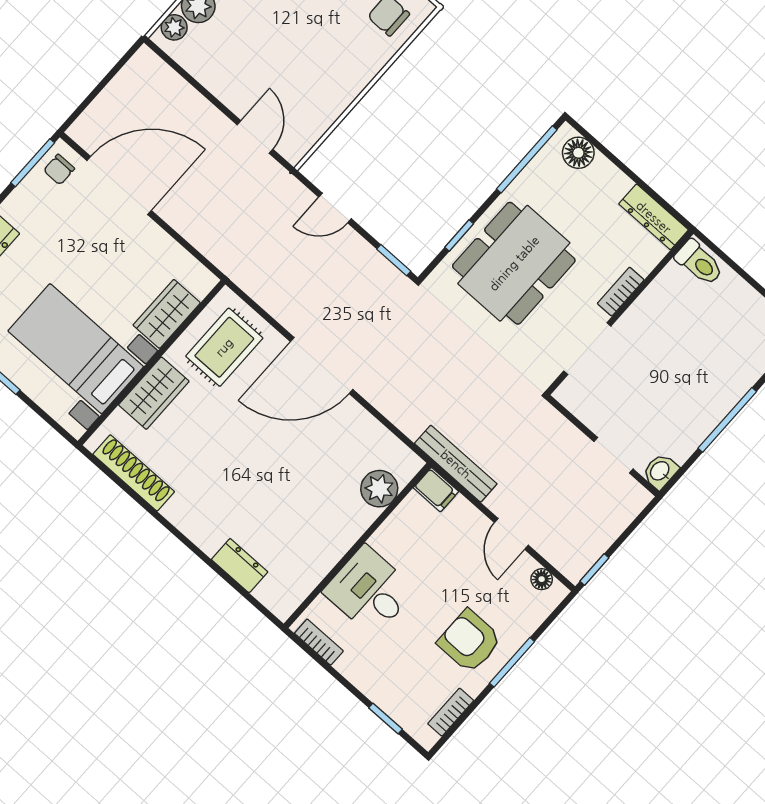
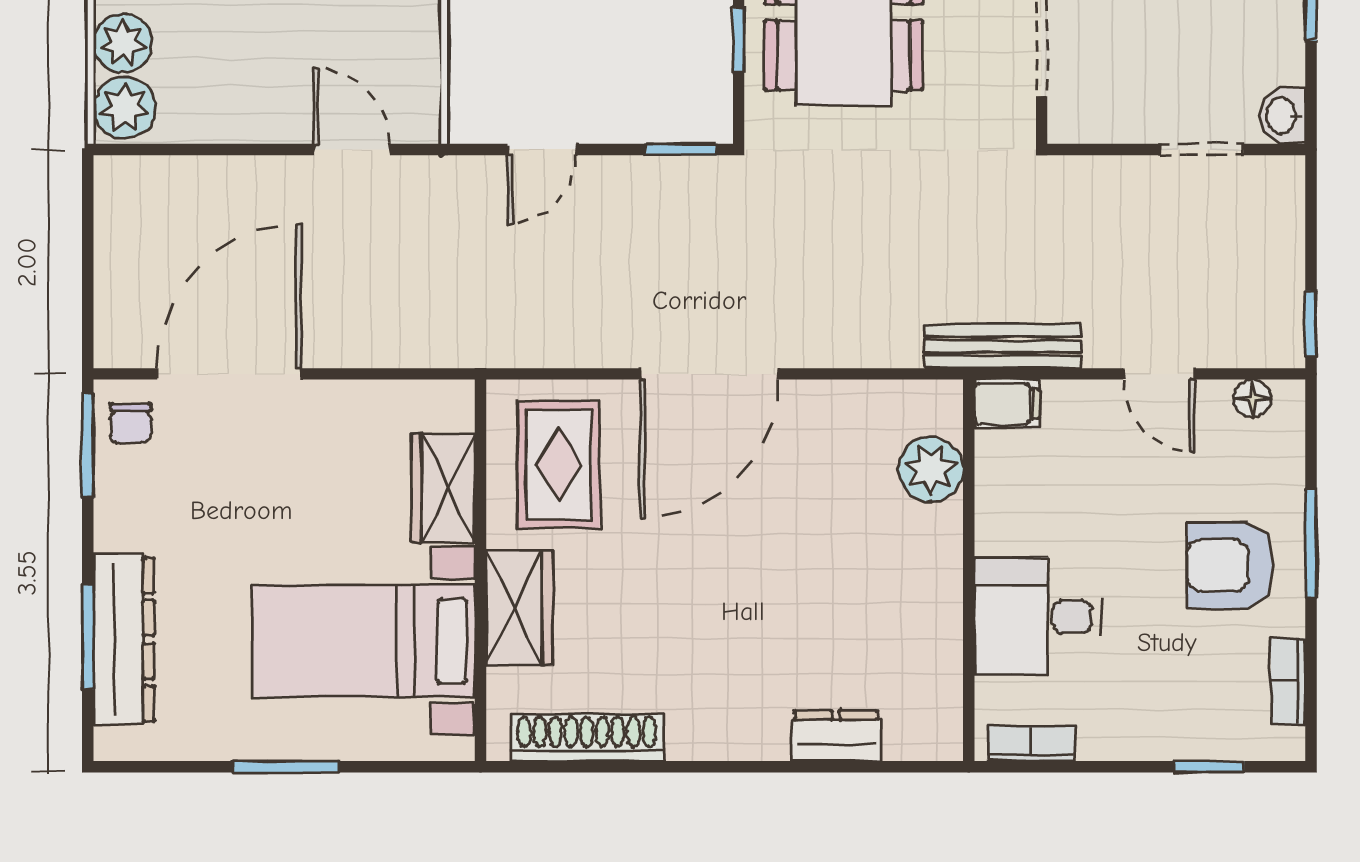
plant: (174, 27) -> (124, 108), width x1.38, depth x1.38

